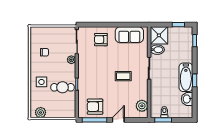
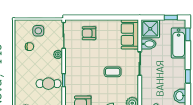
sofa: (129, 35) -> (130, 34), moved, turned 90
bathtub: (186, 77) -> (179, 43), moved
side table: (41, 82) -> (38, 31), moved

